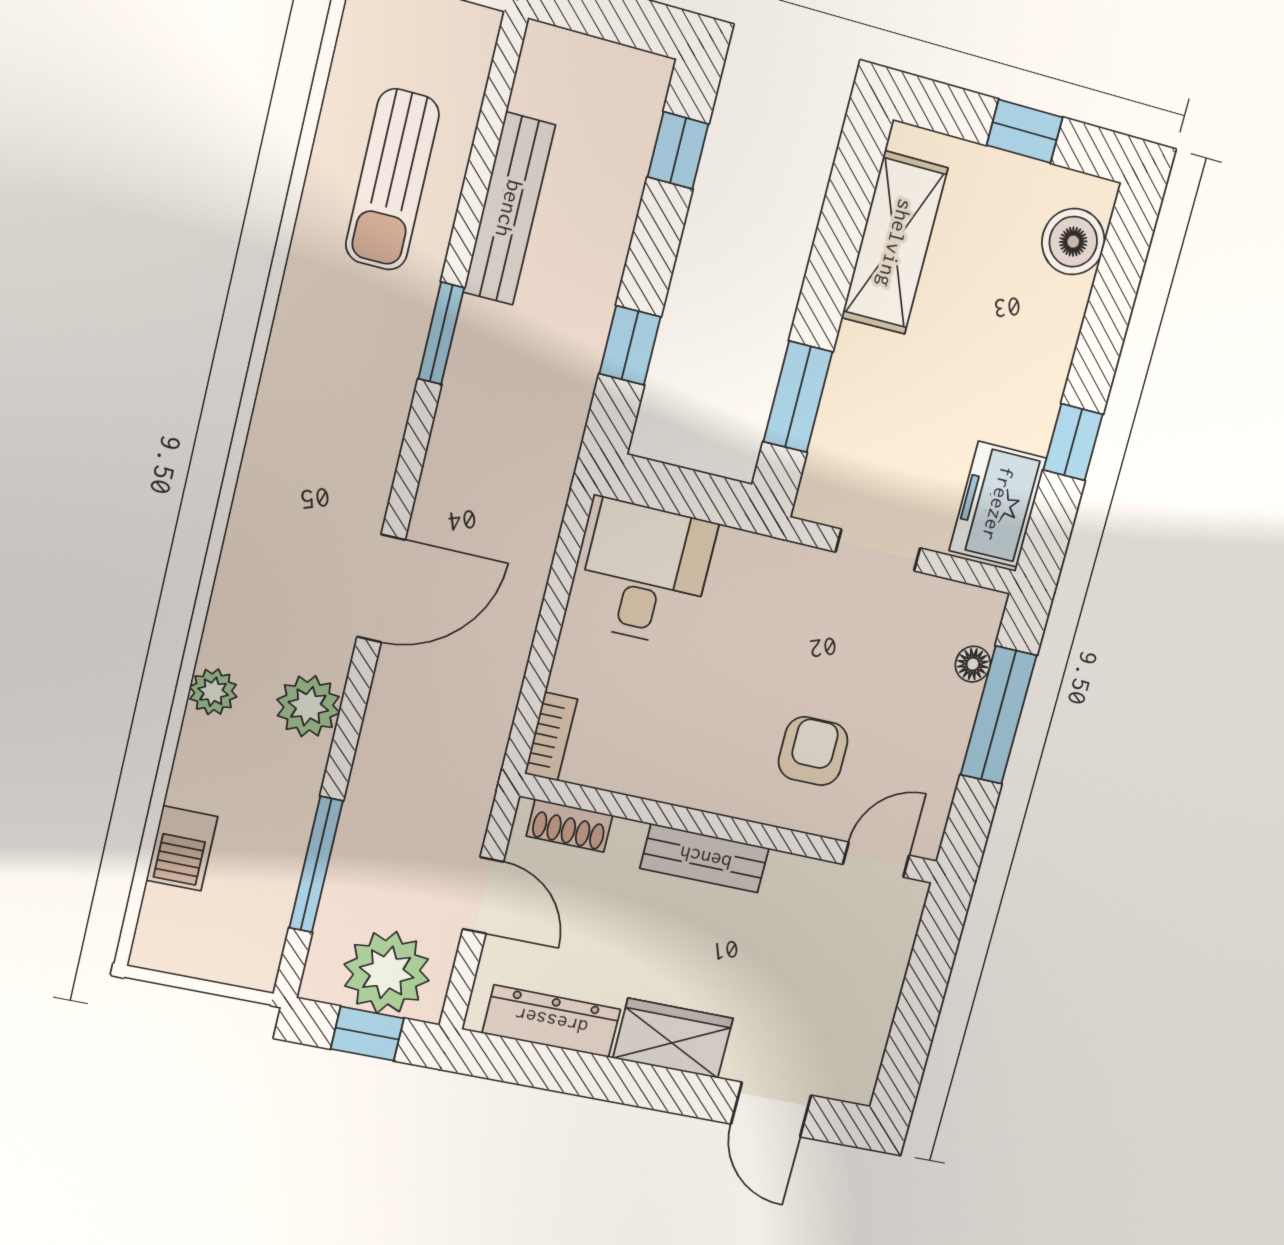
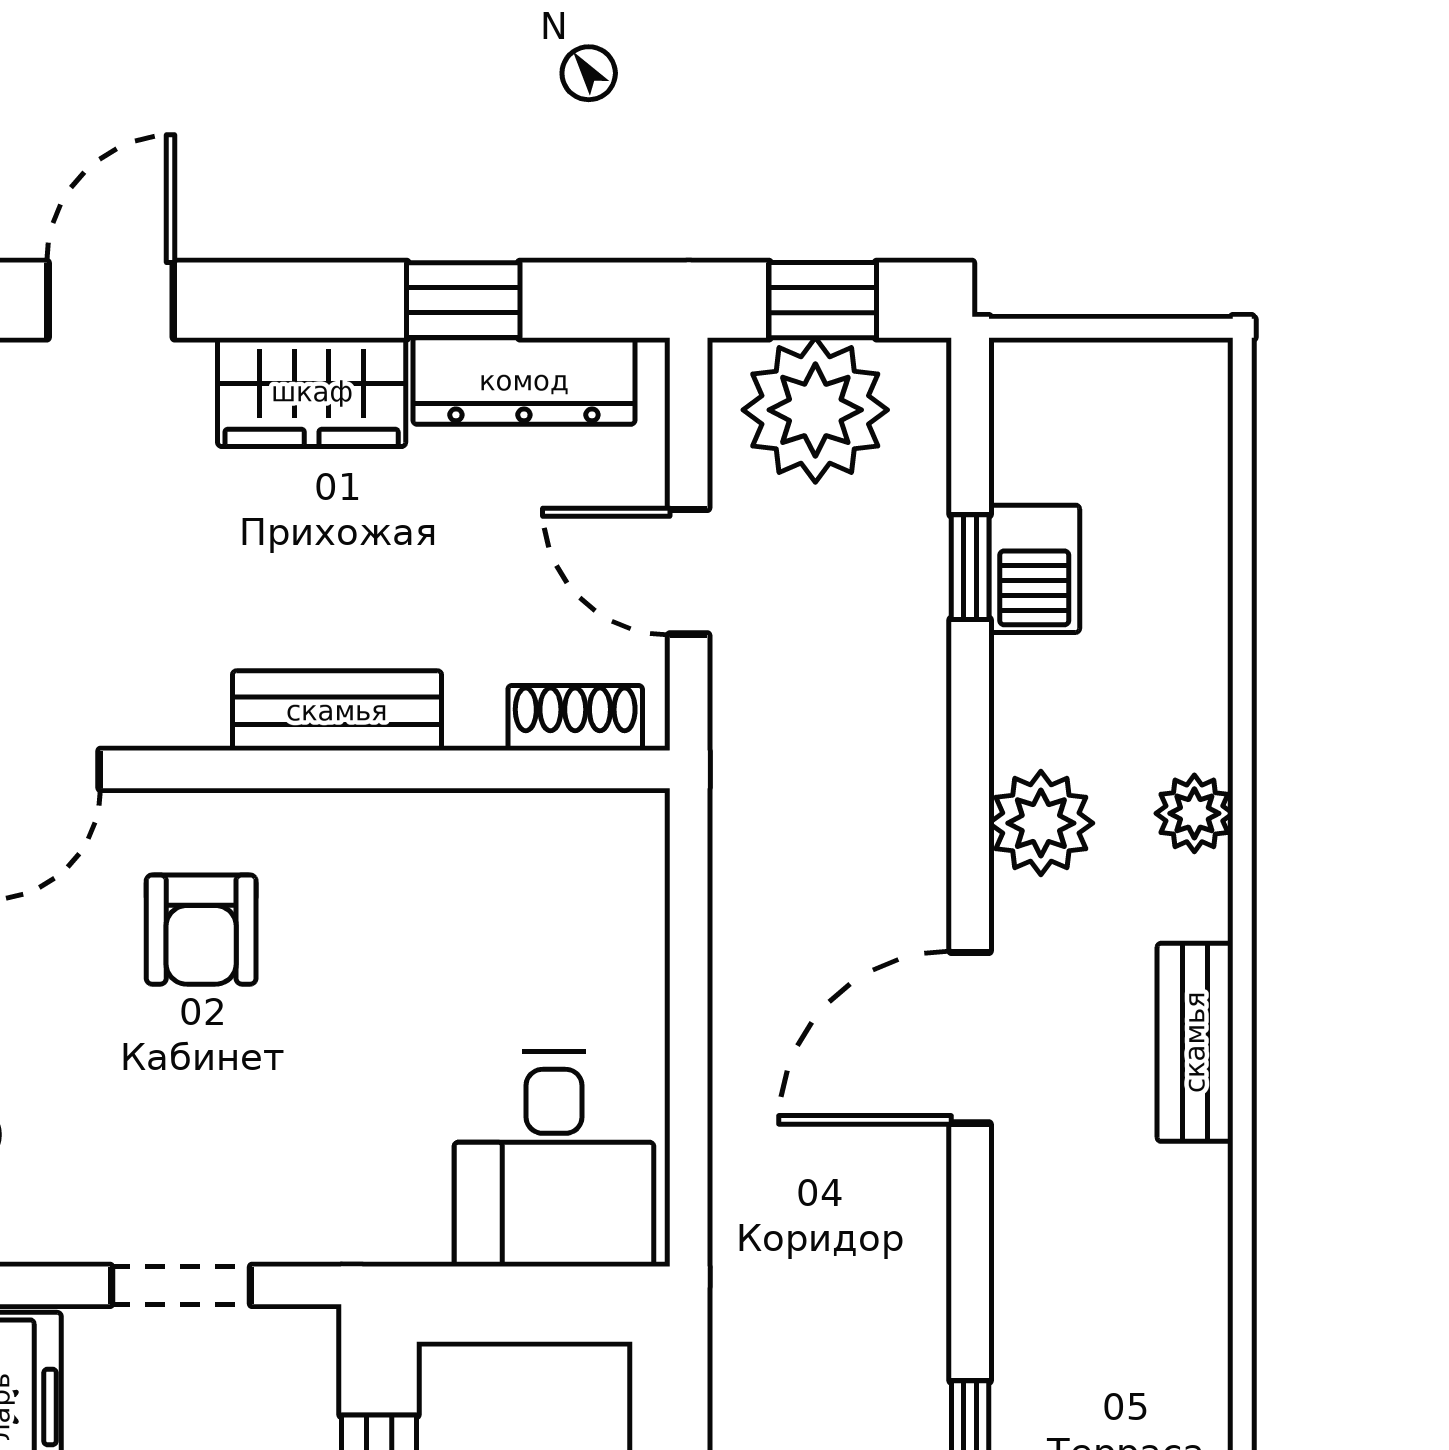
bench: (244, 554) -> (1195, 1042), added
bookcase: (551, 737) -> (642, 859), removed
barbecue: (182, 848) -> (1034, 569), moved, turned 180
window: (316, 864) -> (970, 567), width x0.46
window: (575, 1073) -> (463, 300), added
door: (771, 1110) -> (111, 300), hinge flipped

